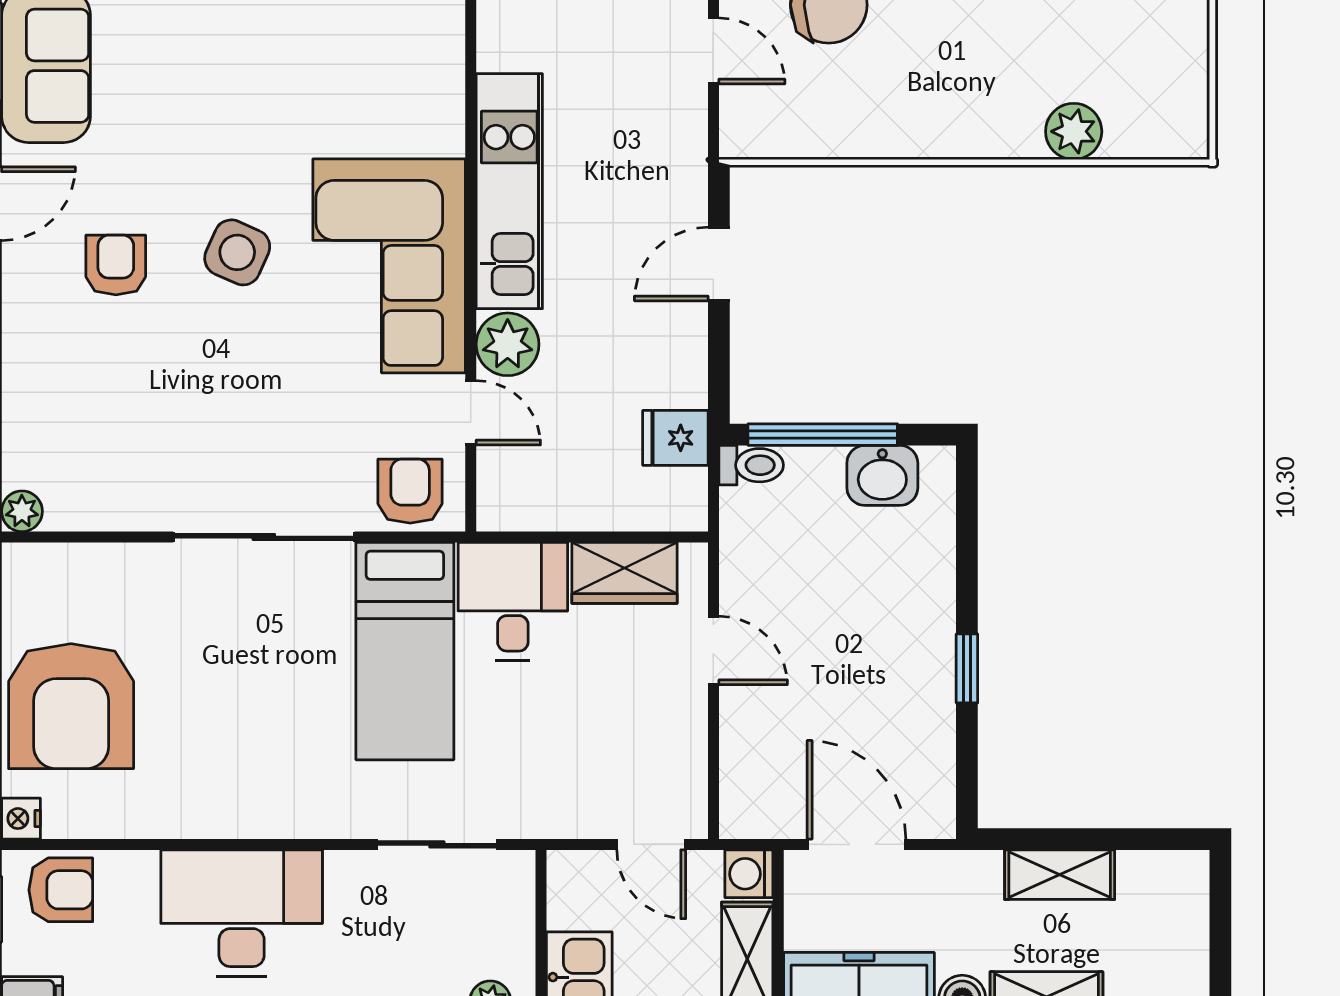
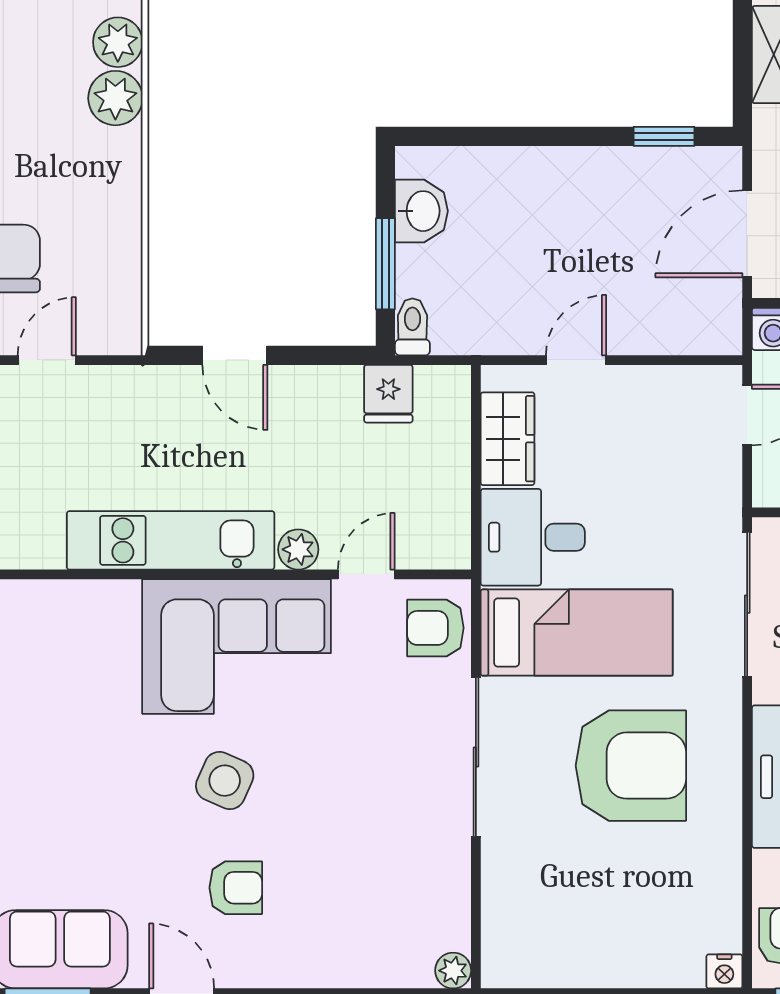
plant: (1010, 129) -> (115, 98), added
armchair: (116, 265) -> (236, 888), turned 180
plant: (508, 344) -> (298, 549), width x0.73, depth x0.73
window: (823, 435) -> (385, 264), width x0.69
window: (967, 668) -> (664, 136), moved
armchair: (71, 706) -> (631, 766), moved
sliding door: (437, 844) -> (747, 604), width x1.37

